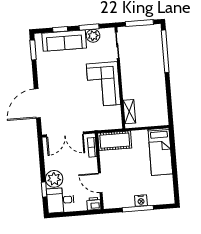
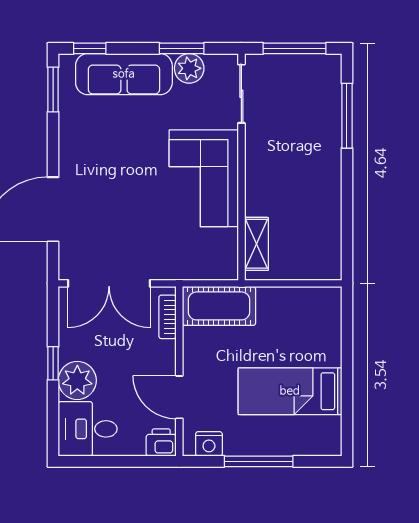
window: (60, 29) -> (90, 48), moved
window: (165, 51) -> (347, 116), width x0.68
bed: (160, 152) -> (290, 391), moved, turned 90
window: (44, 190) -> (53, 363), moved
nightstand: (141, 201) -> (209, 444), moved

